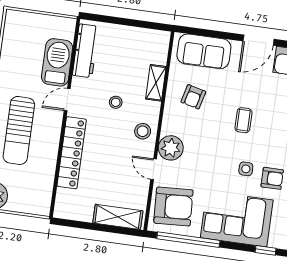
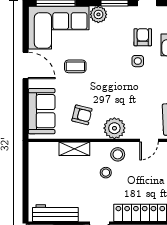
stool: (116, 102) -> (106, 173), moved
coffee table: (243, 120) -> (75, 66), moved
plant: (171, 148) -> (114, 128), moved

